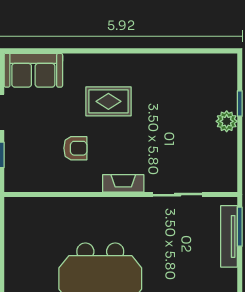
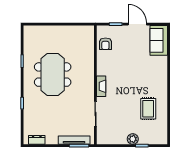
rug: (108, 101) -> (148, 109), moved
armchair: (75, 148) -> (105, 44), moved

